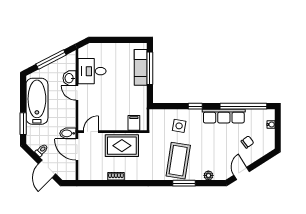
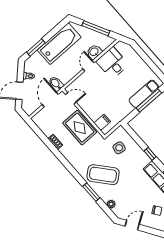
side table: (179, 126) -> (119, 148), moved
coffee table: (178, 161) -> (103, 175), turned 41

